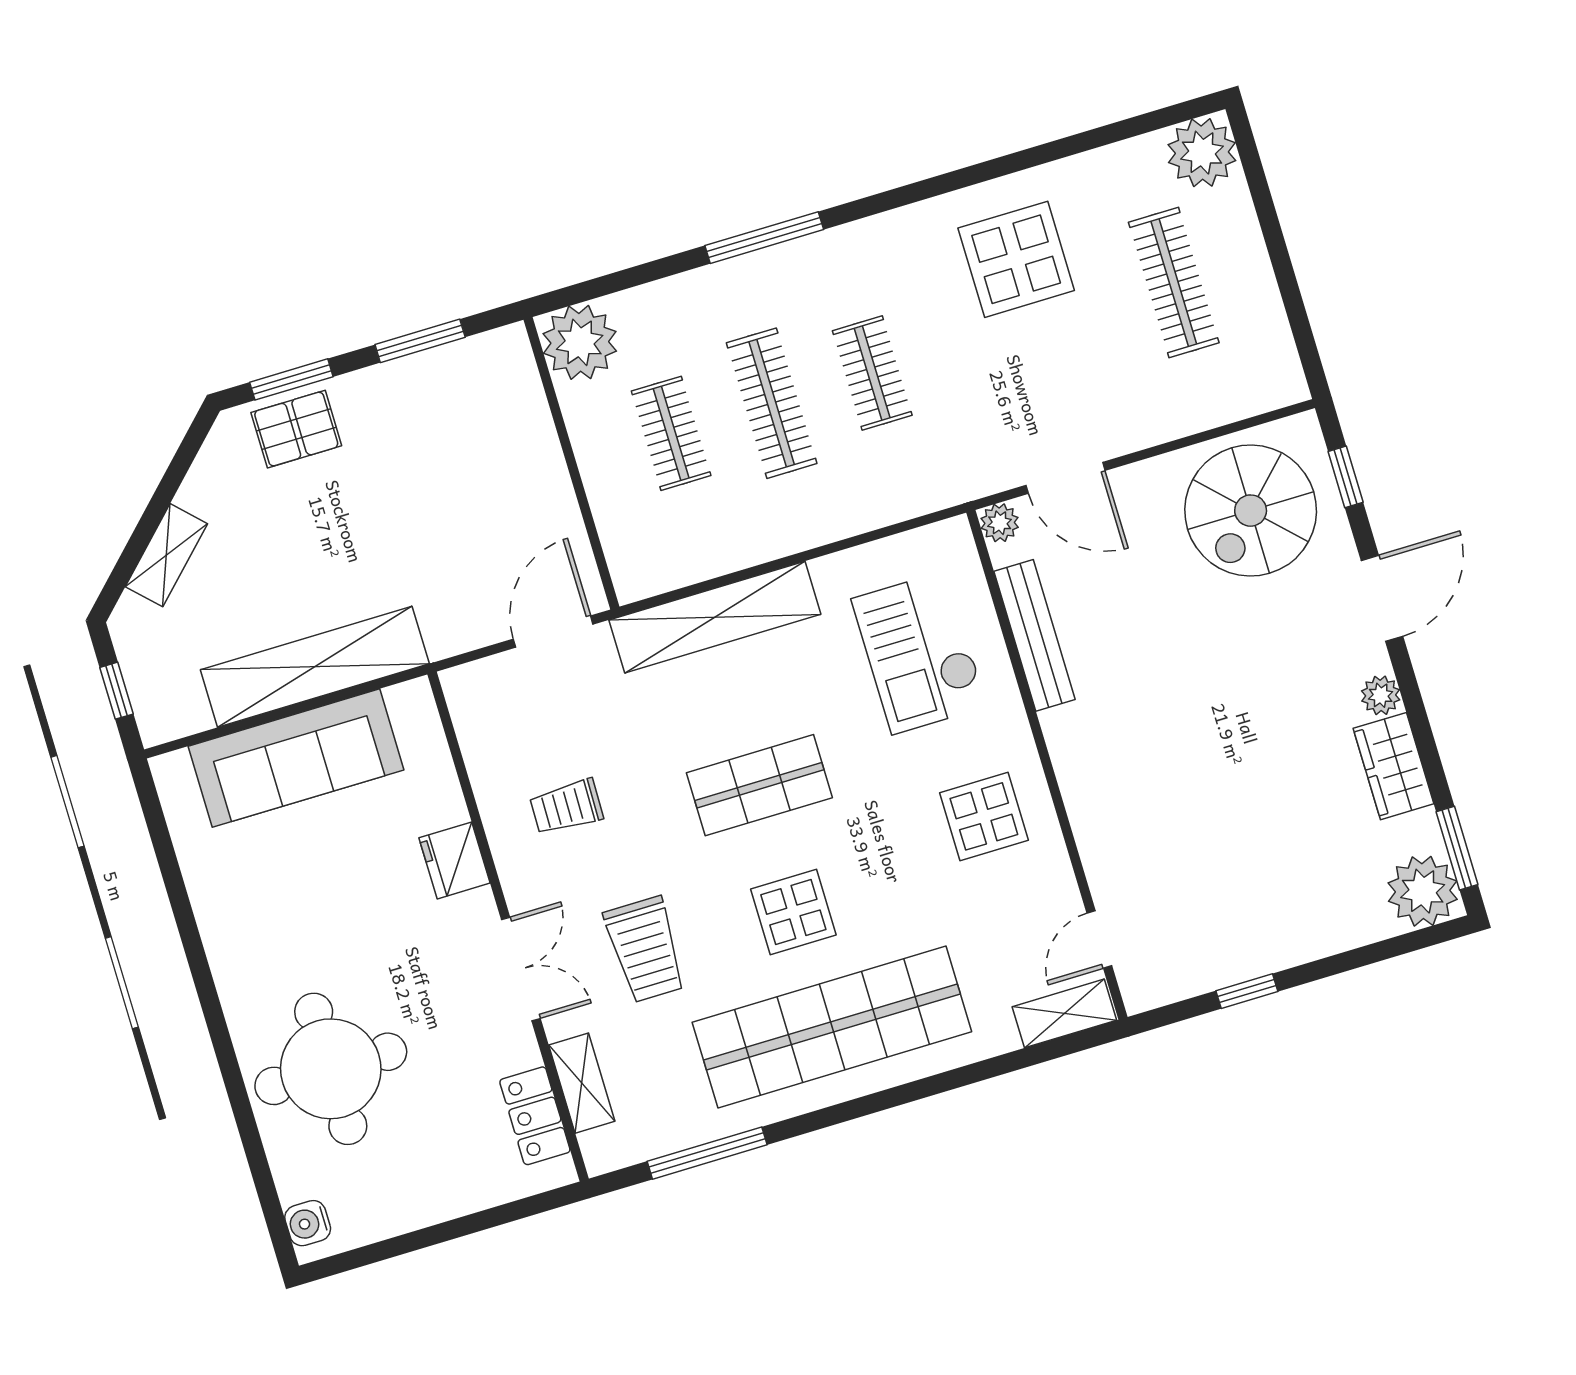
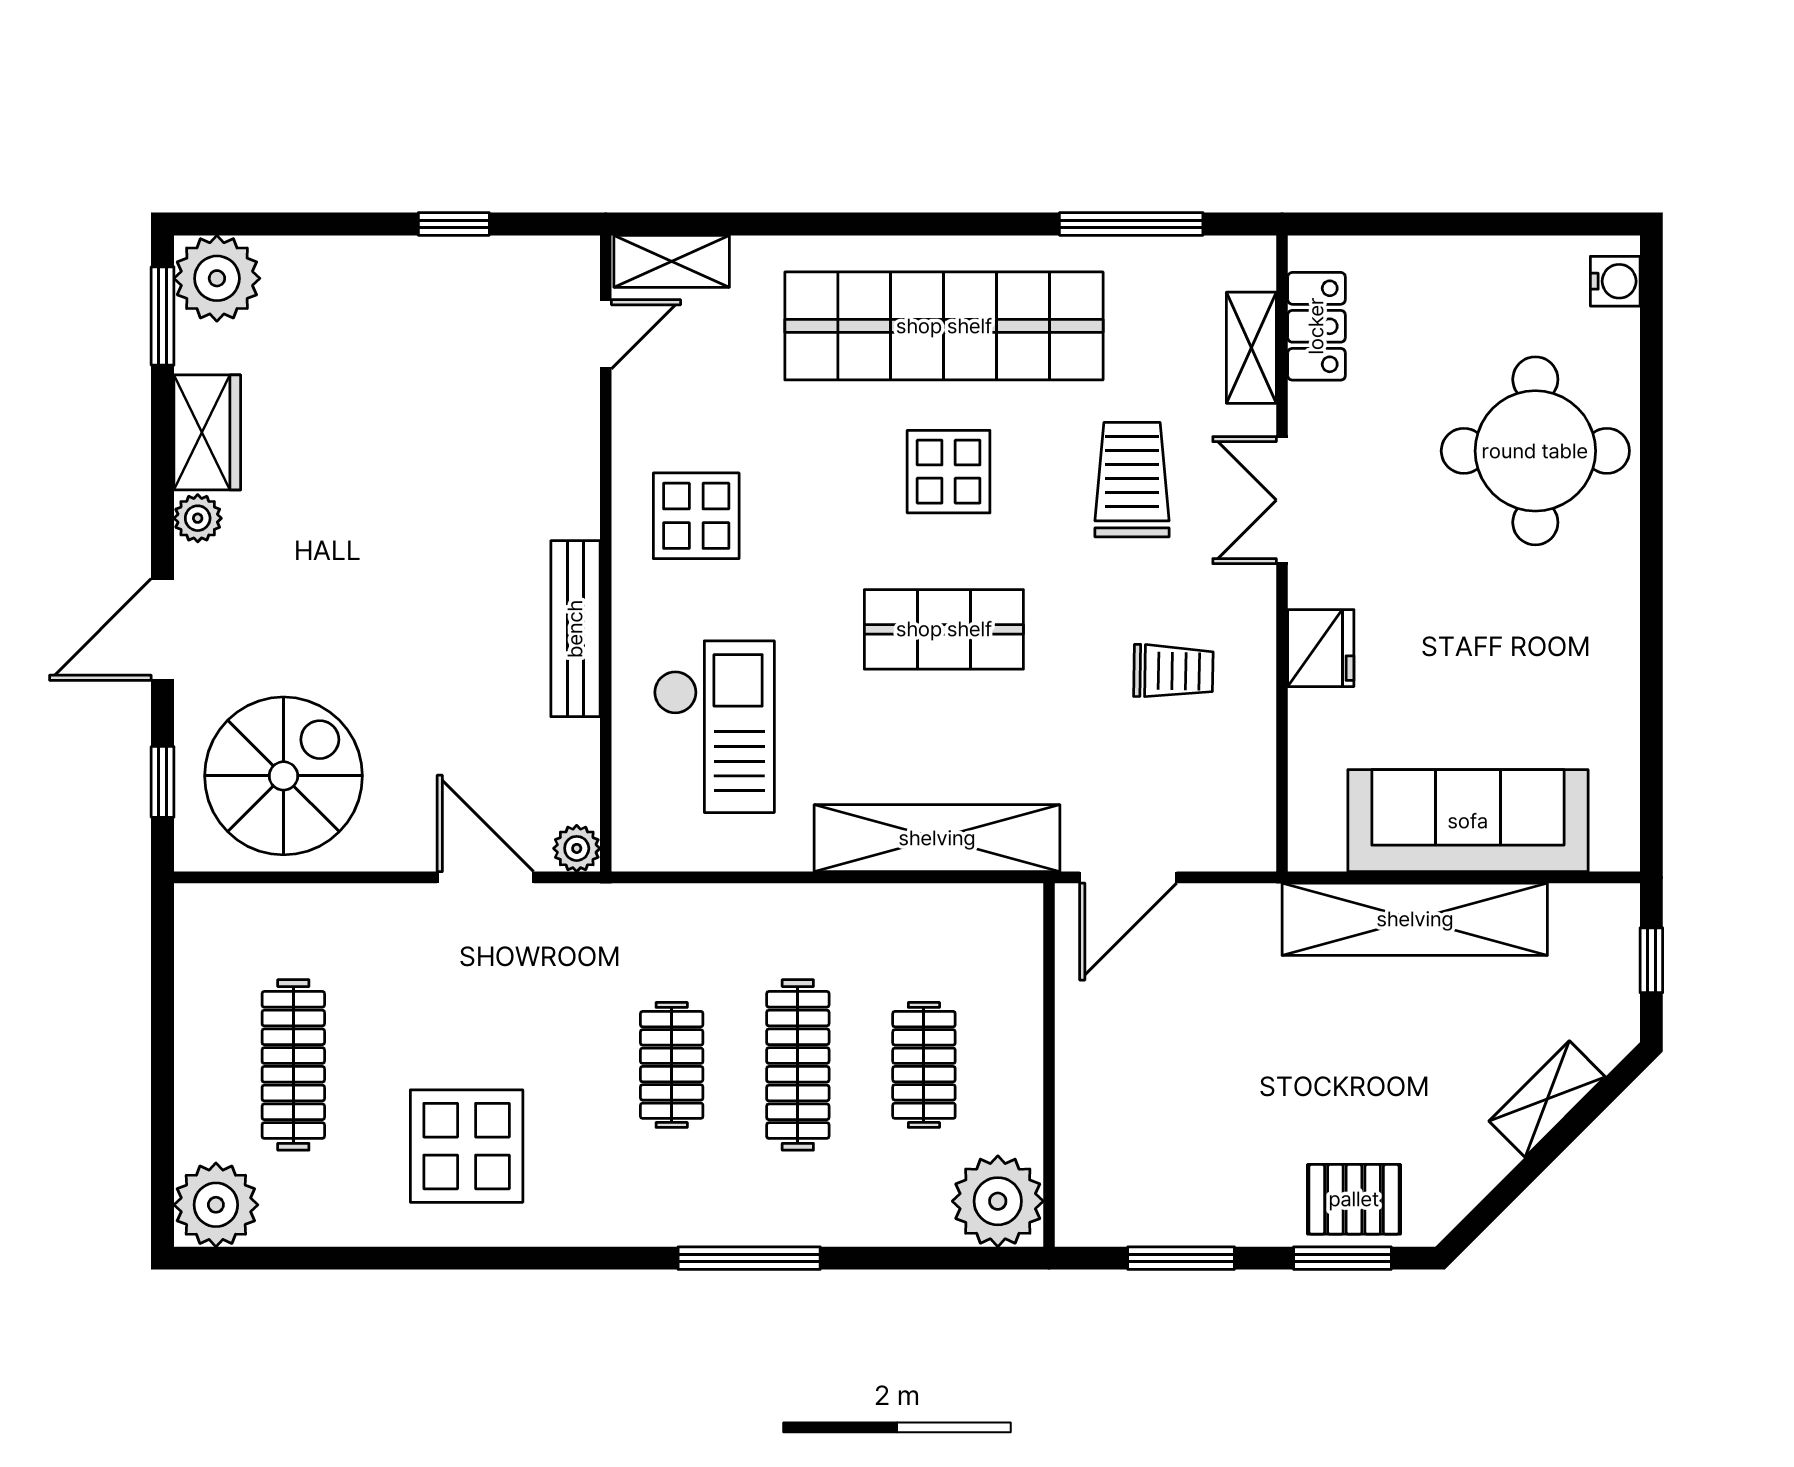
bench: (1034, 635) -> (575, 629), moved

